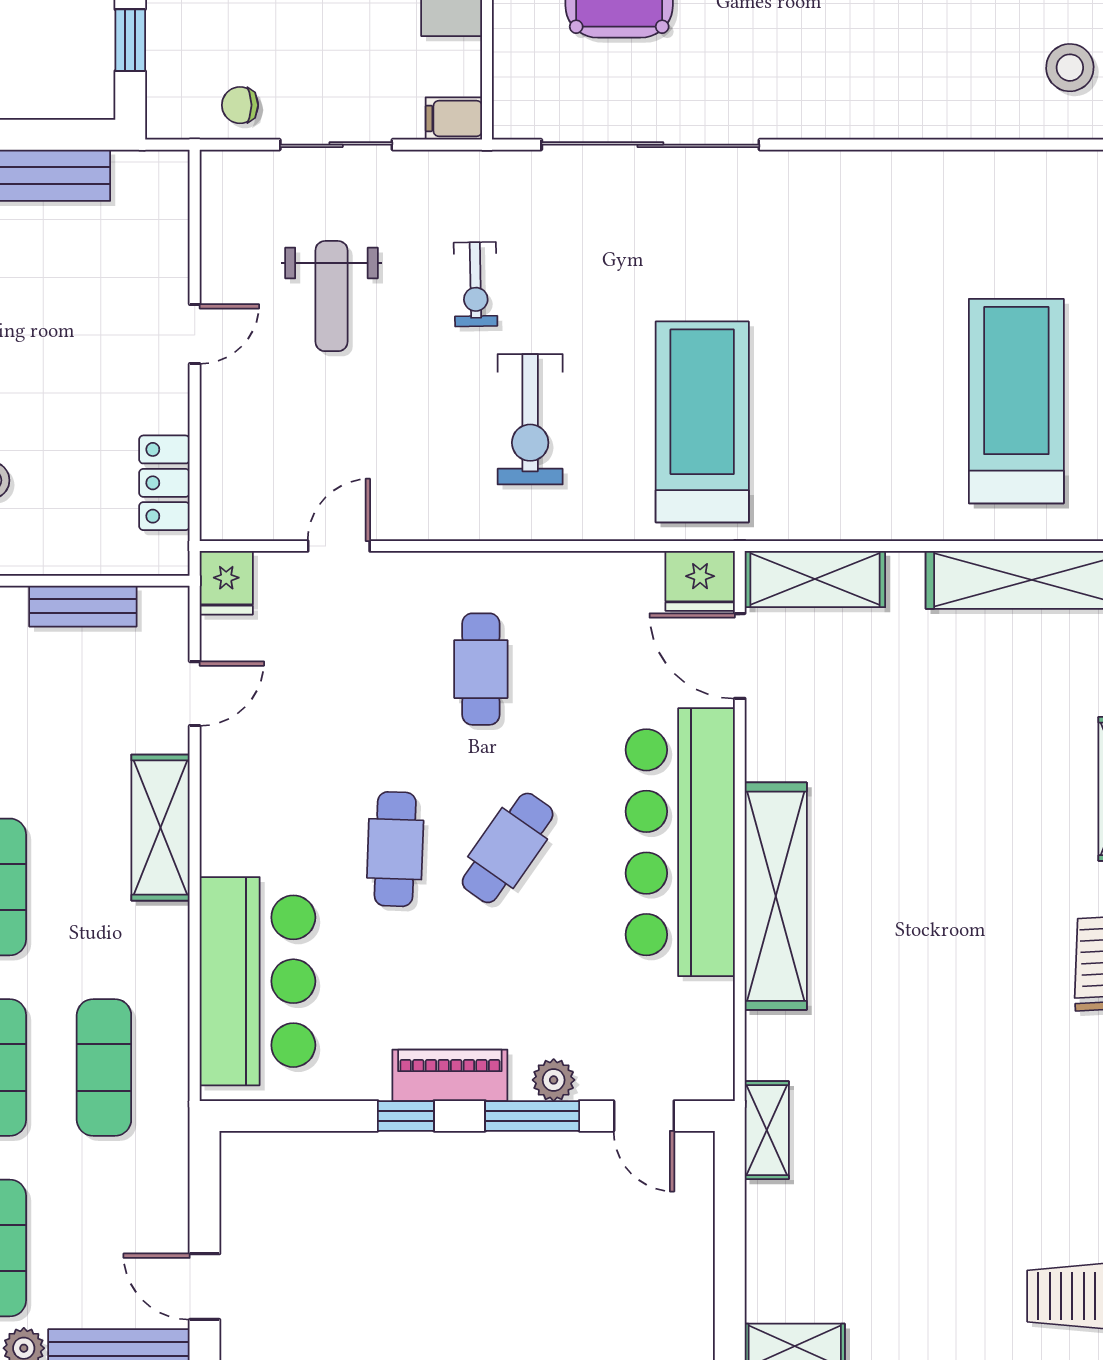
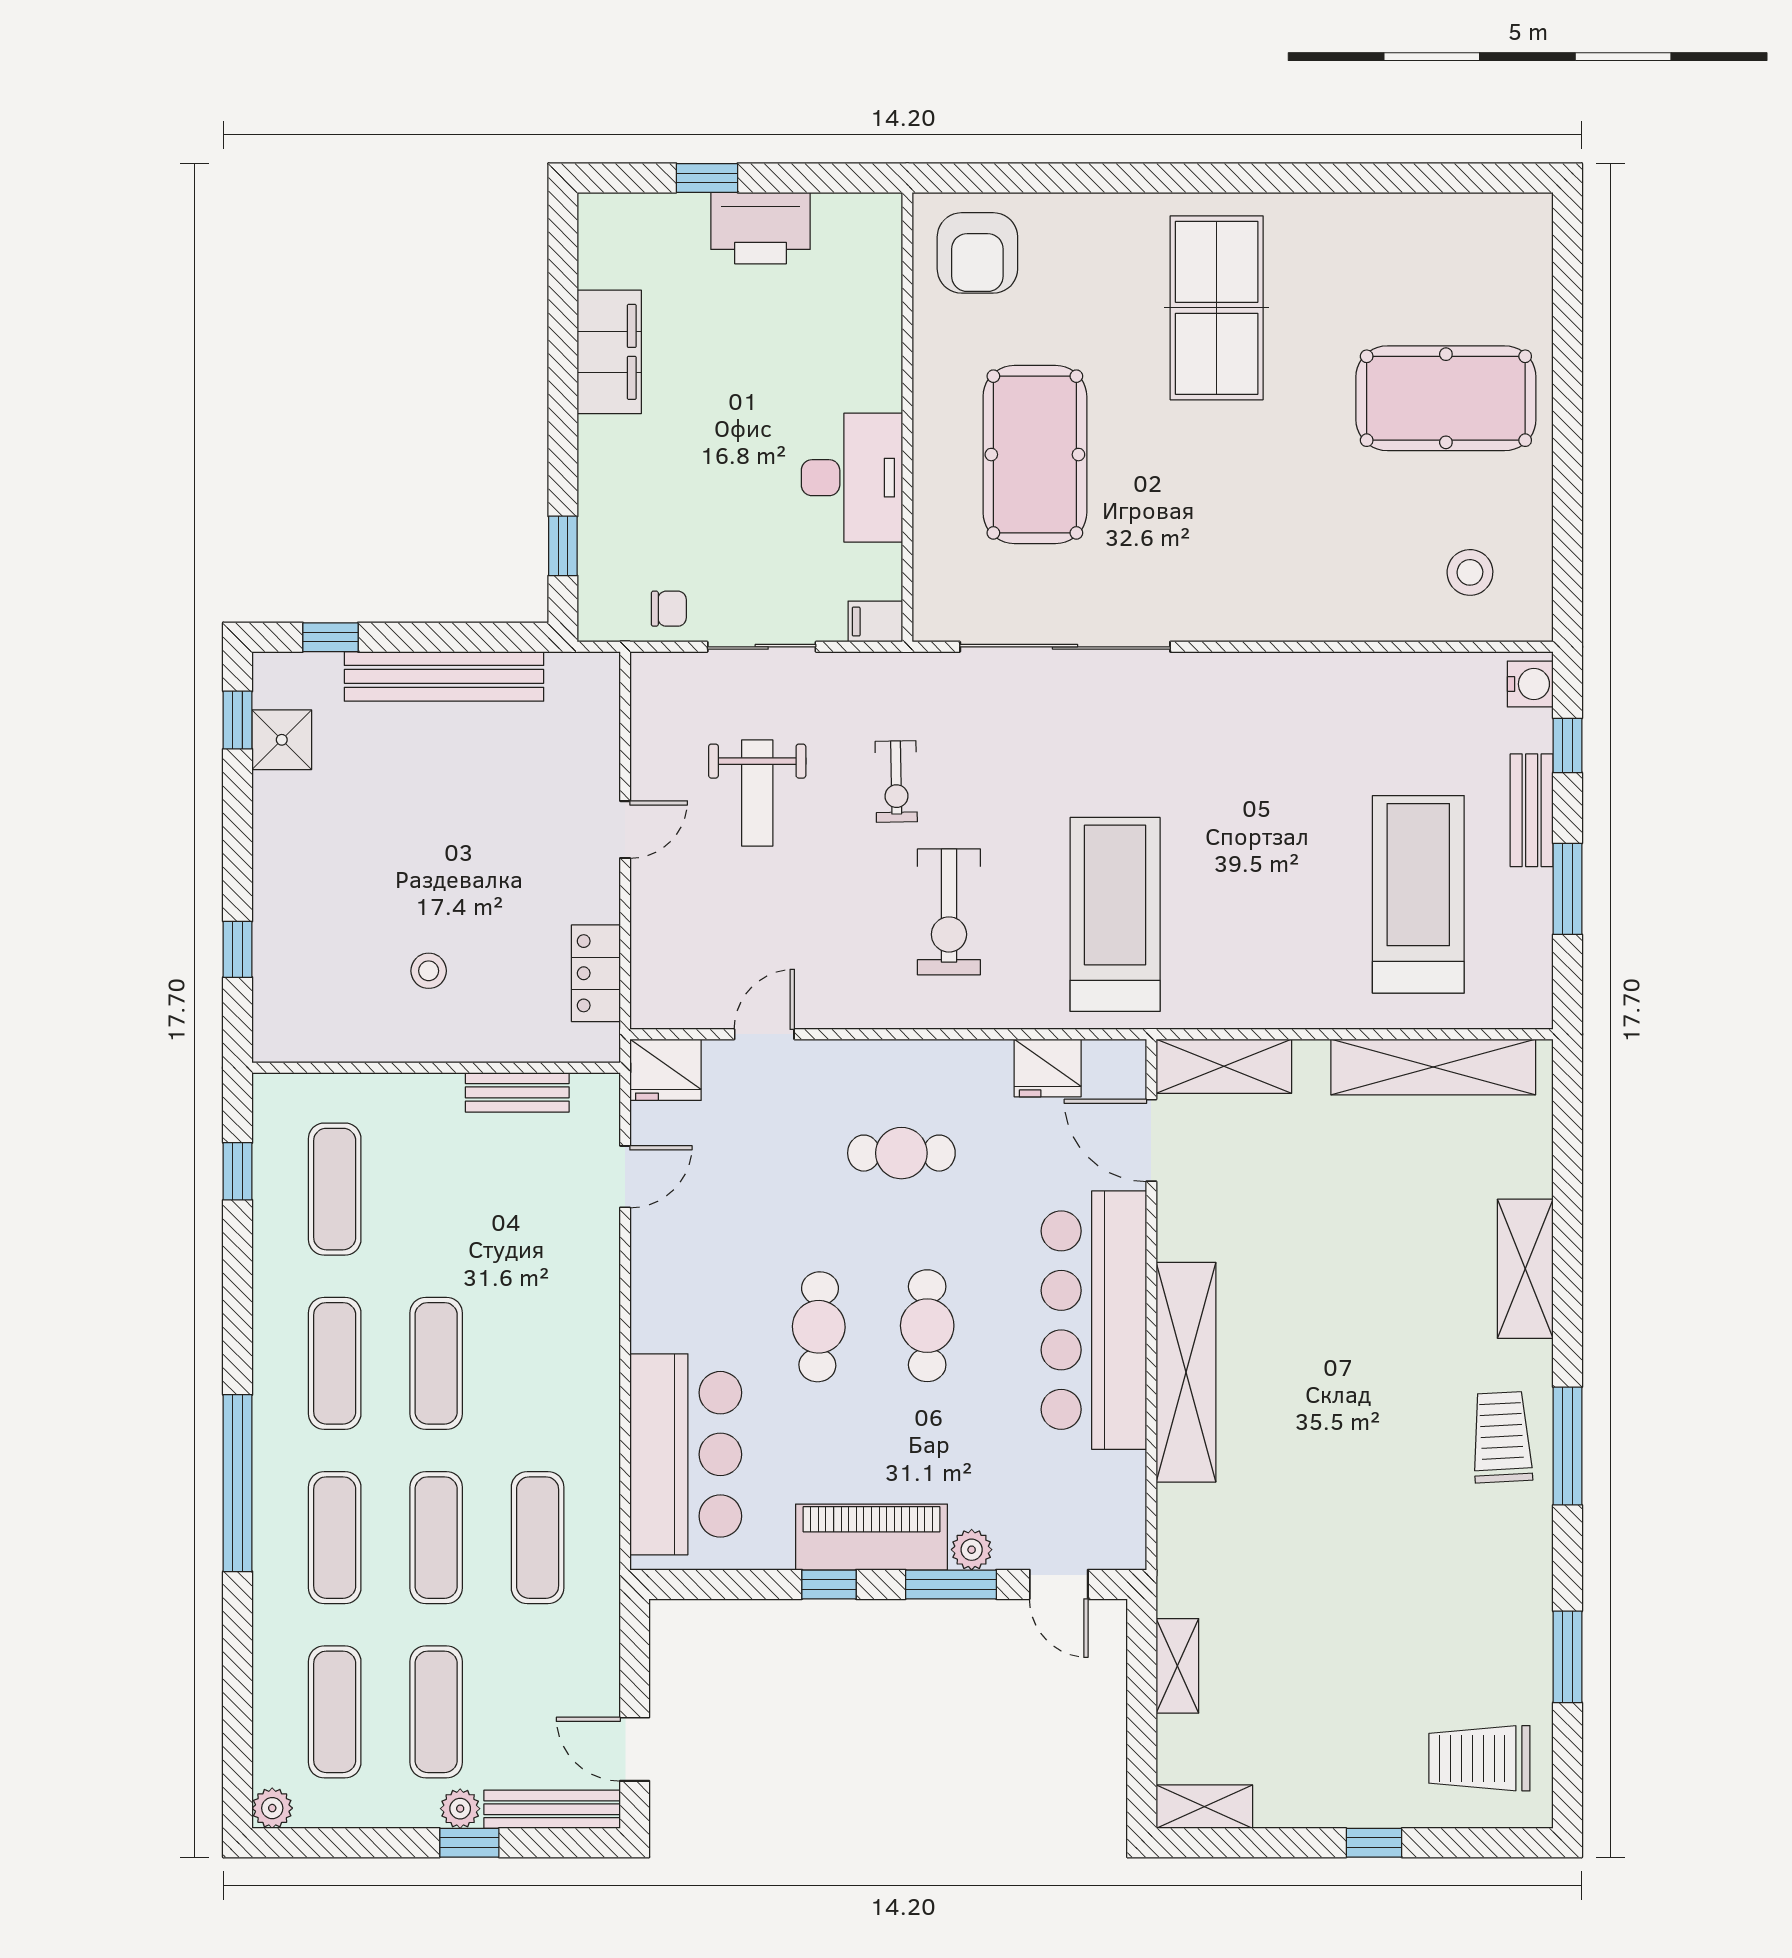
chair: (240, 105) -> (669, 609), turned 180
fridge: (700, 581) -> (1048, 1068), moved
fridge: (226, 583) -> (665, 1070), width x1.38
cafe table: (481, 669) -> (901, 1153), turned 90
shelving: (160, 828) -> (592, 1306), removed
cafe table: (508, 848) -> (927, 1326), turned -35
piano: (450, 1075) -> (872, 1537), width x1.37, depth x1.33
shelving: (767, 1130) -> (1177, 1666), moved

